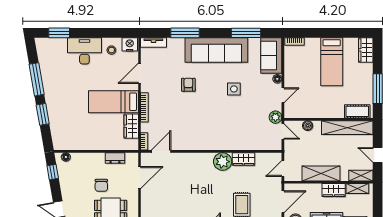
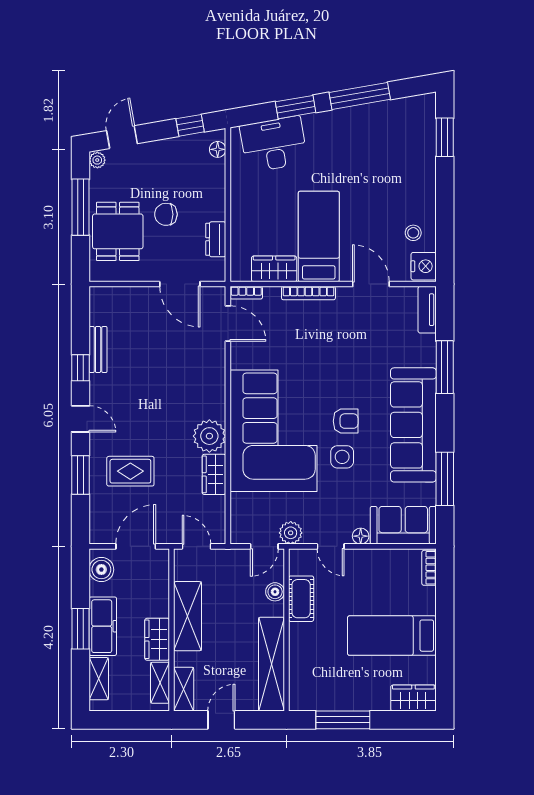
desk: (84, 51) -> (274, 144), moved, turned -100
armchair: (188, 85) -> (346, 421), moved
cot: (357, 111) -> (301, 599), moved
corner sofa: (220, 126) -> (273, 431), added
door: (283, 202) -> (136, 546), swing flipped

